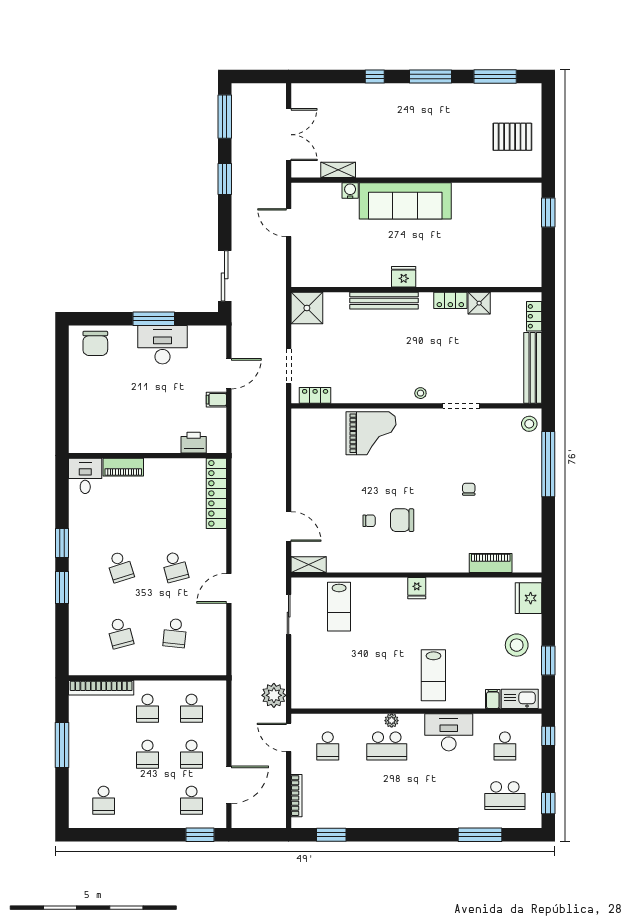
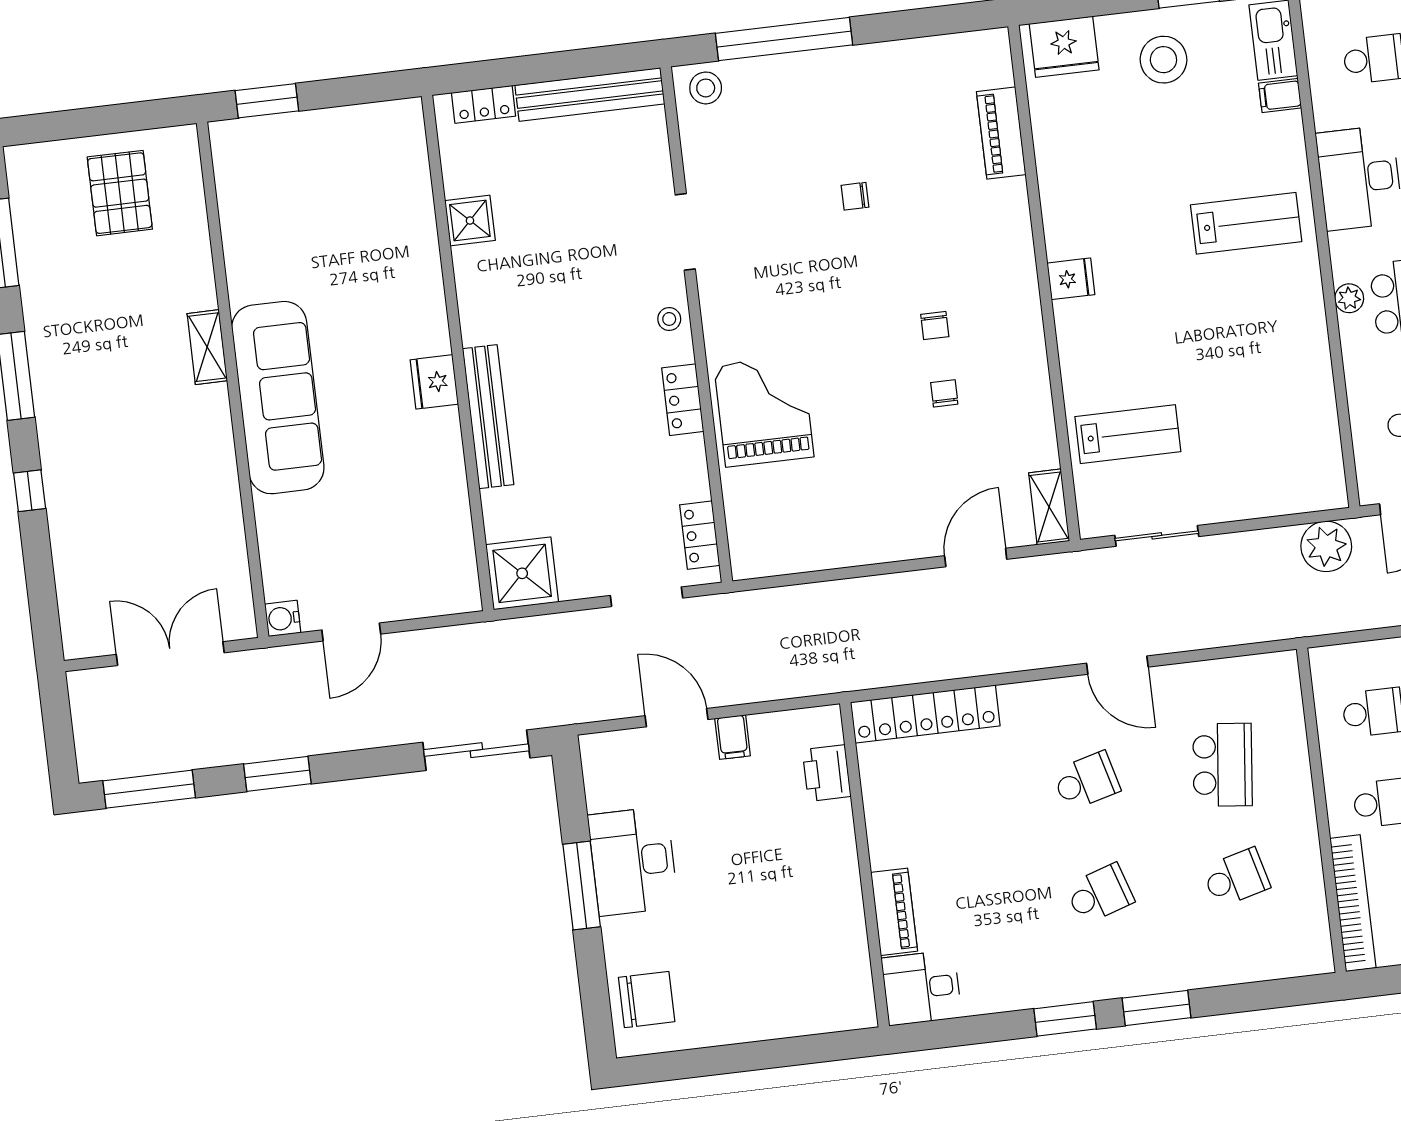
shelving: (338, 170) -> (207, 347), moved
water cooler: (350, 191) -> (283, 618), moved
locker: (450, 300) -> (683, 400), moved, turned 180
chair: (402, 520) -> (935, 326), width x0.54, depth x0.54
school desk: (175, 633) -> (1223, 765), width x1.85

